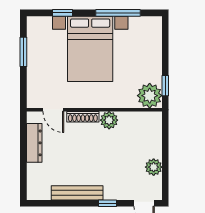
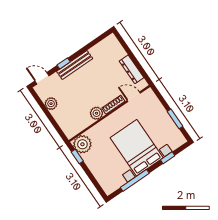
bench: (77, 193) -> (75, 65), moved

